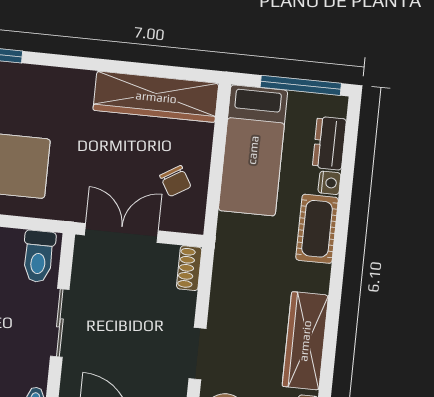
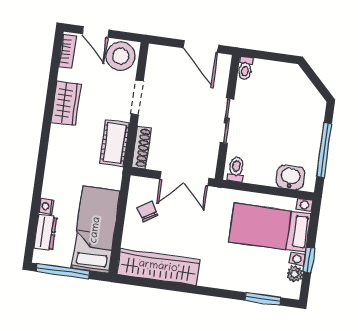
cot: (317, 229) -> (115, 143), moved
toilet: (39, 256) -> (236, 169), width x0.73, depth x0.72
shoe rack: (189, 268) -> (141, 148), width x1.43
wardrobe: (305, 341) -> (66, 103), width x0.67

